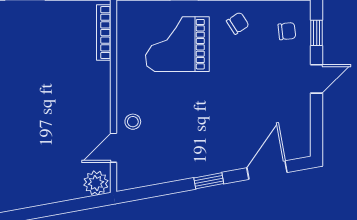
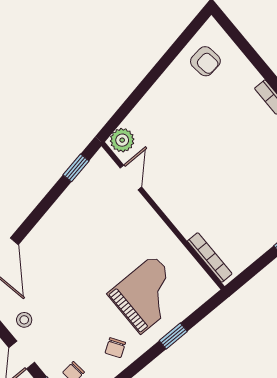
stool: (133, 122) -> (24, 320), moved
window: (209, 181) -> (76, 168), moved

